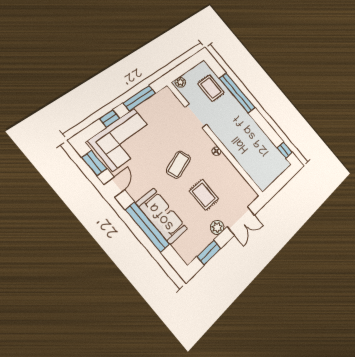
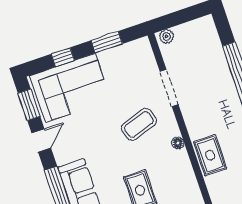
rug: (211, 88) -> (210, 155), moved
window: (139, 98) -> (107, 42), width x0.69
coffee table: (178, 165) -> (139, 124), moved

